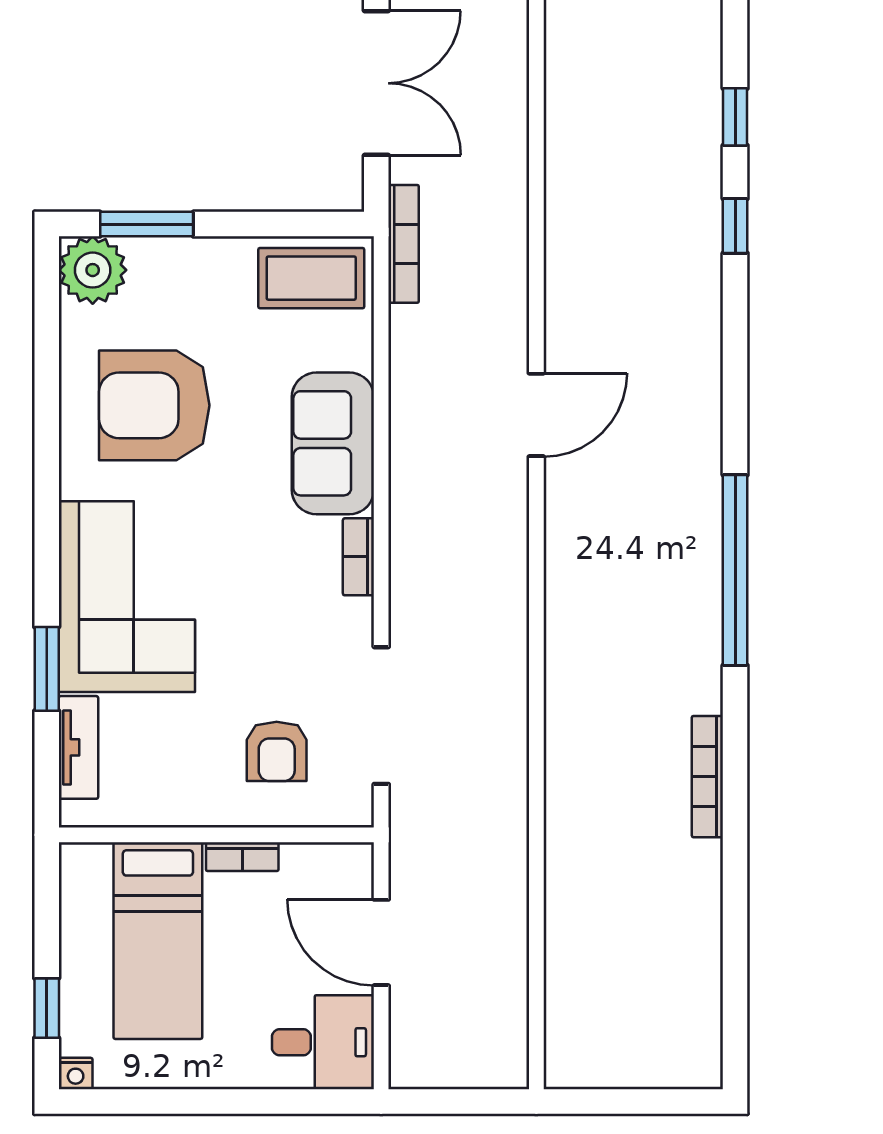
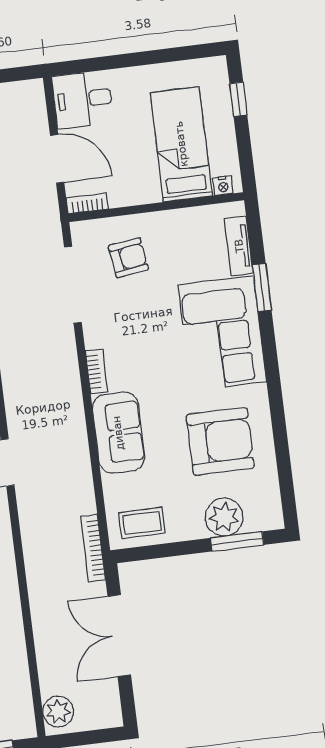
plant: (93, 270) -> (224, 517), moved
coffee table: (311, 278) -> (142, 523), width x0.73, depth x0.77
armchair: (277, 751) -> (128, 258), turned 82
bookcase: (242, 857) -> (87, 203), moved
nightstand: (76, 1074) -> (223, 186), moved, turned 180

